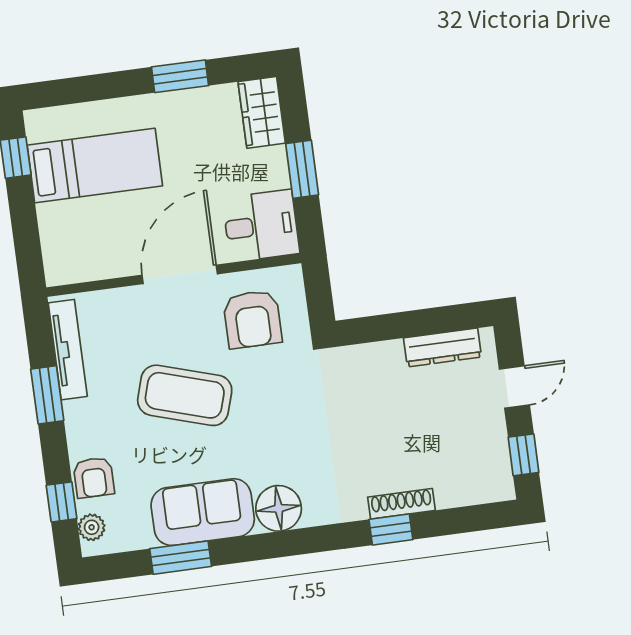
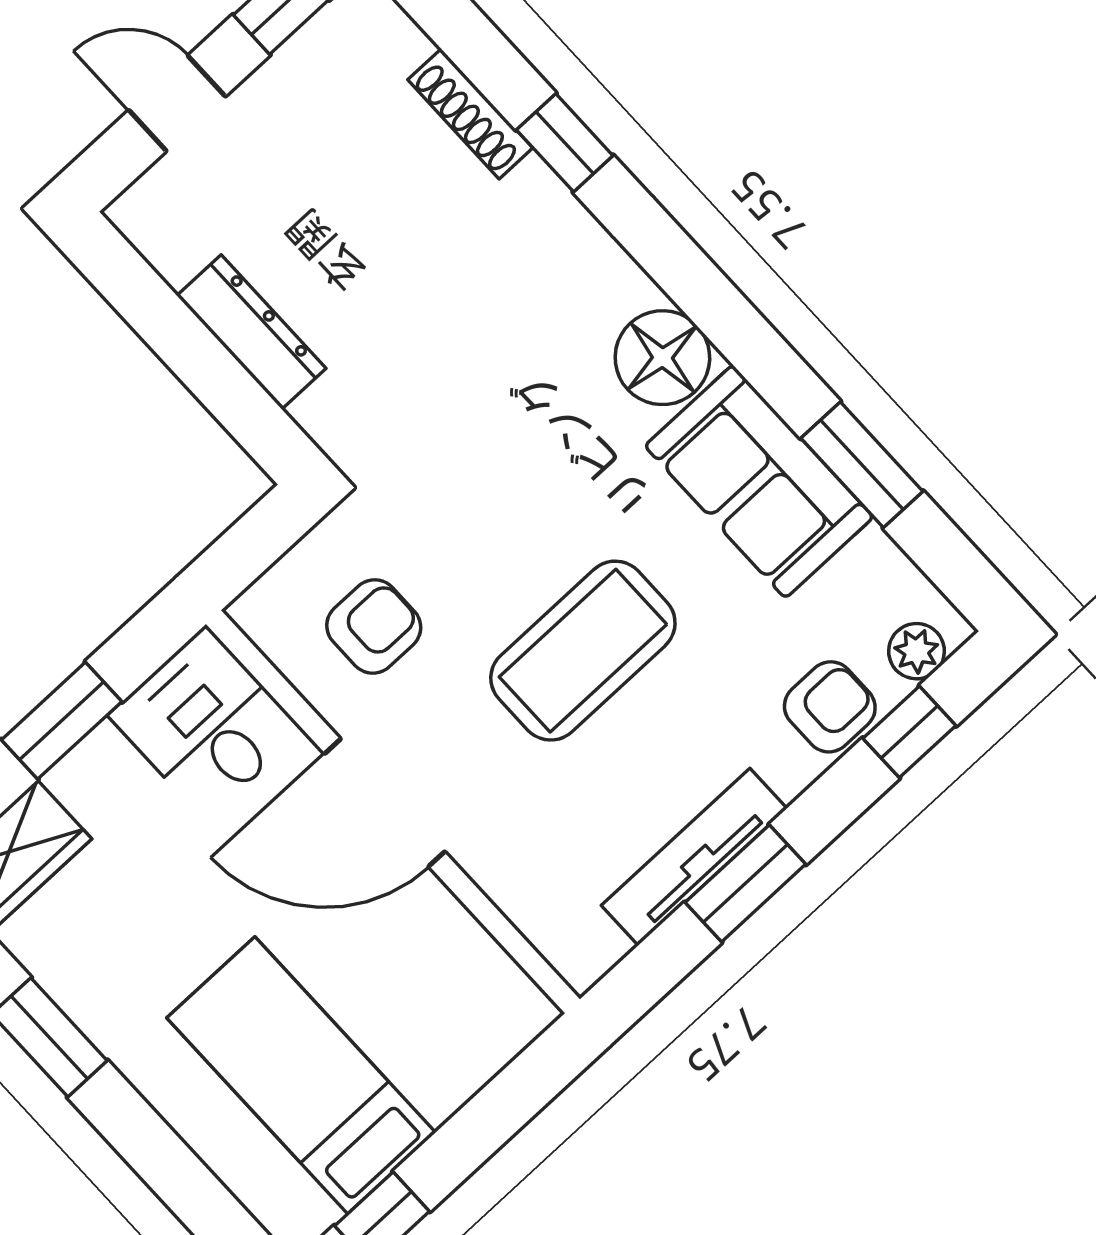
armchair: (252, 319) -> (374, 626), width x0.72, depth x0.72
dresser: (443, 347) -> (251, 332), moved
tv unit: (68, 350) -> (694, 857), moved
coffee table: (185, 395) -> (583, 651), turned 73
shoe rack: (401, 504) -> (470, 114), moved

